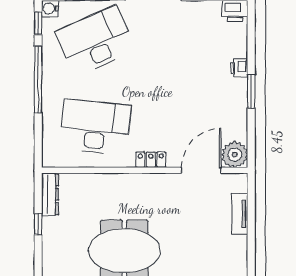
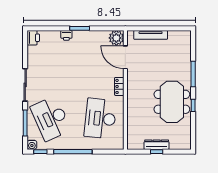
dresser: (50, 194) -> (157, 145), moved
tv unit: (240, 214) -> (151, 35), width x1.41

